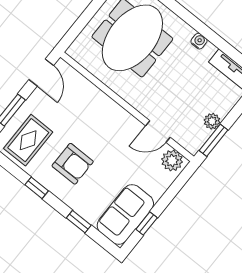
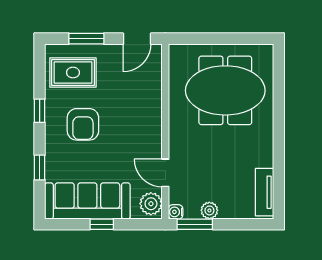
water cooler: (199, 41) -> (176, 212), moved, turned 180
sofa: (125, 214) -> (87, 201), width x1.36
window: (147, 223) -> (102, 224), moved

